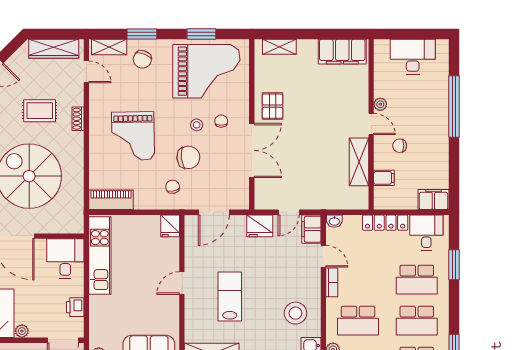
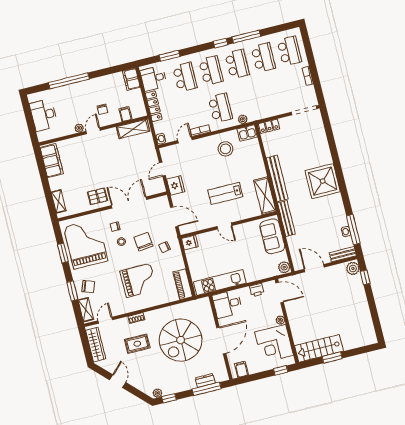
rug: (40, 111) -> (137, 344), turned 90
shelving: (359, 162) -> (133, 129), moved
door: (289, 212) -> (162, 169), swing flipped
filing cabinet: (311, 229) -> (170, 152), removed

